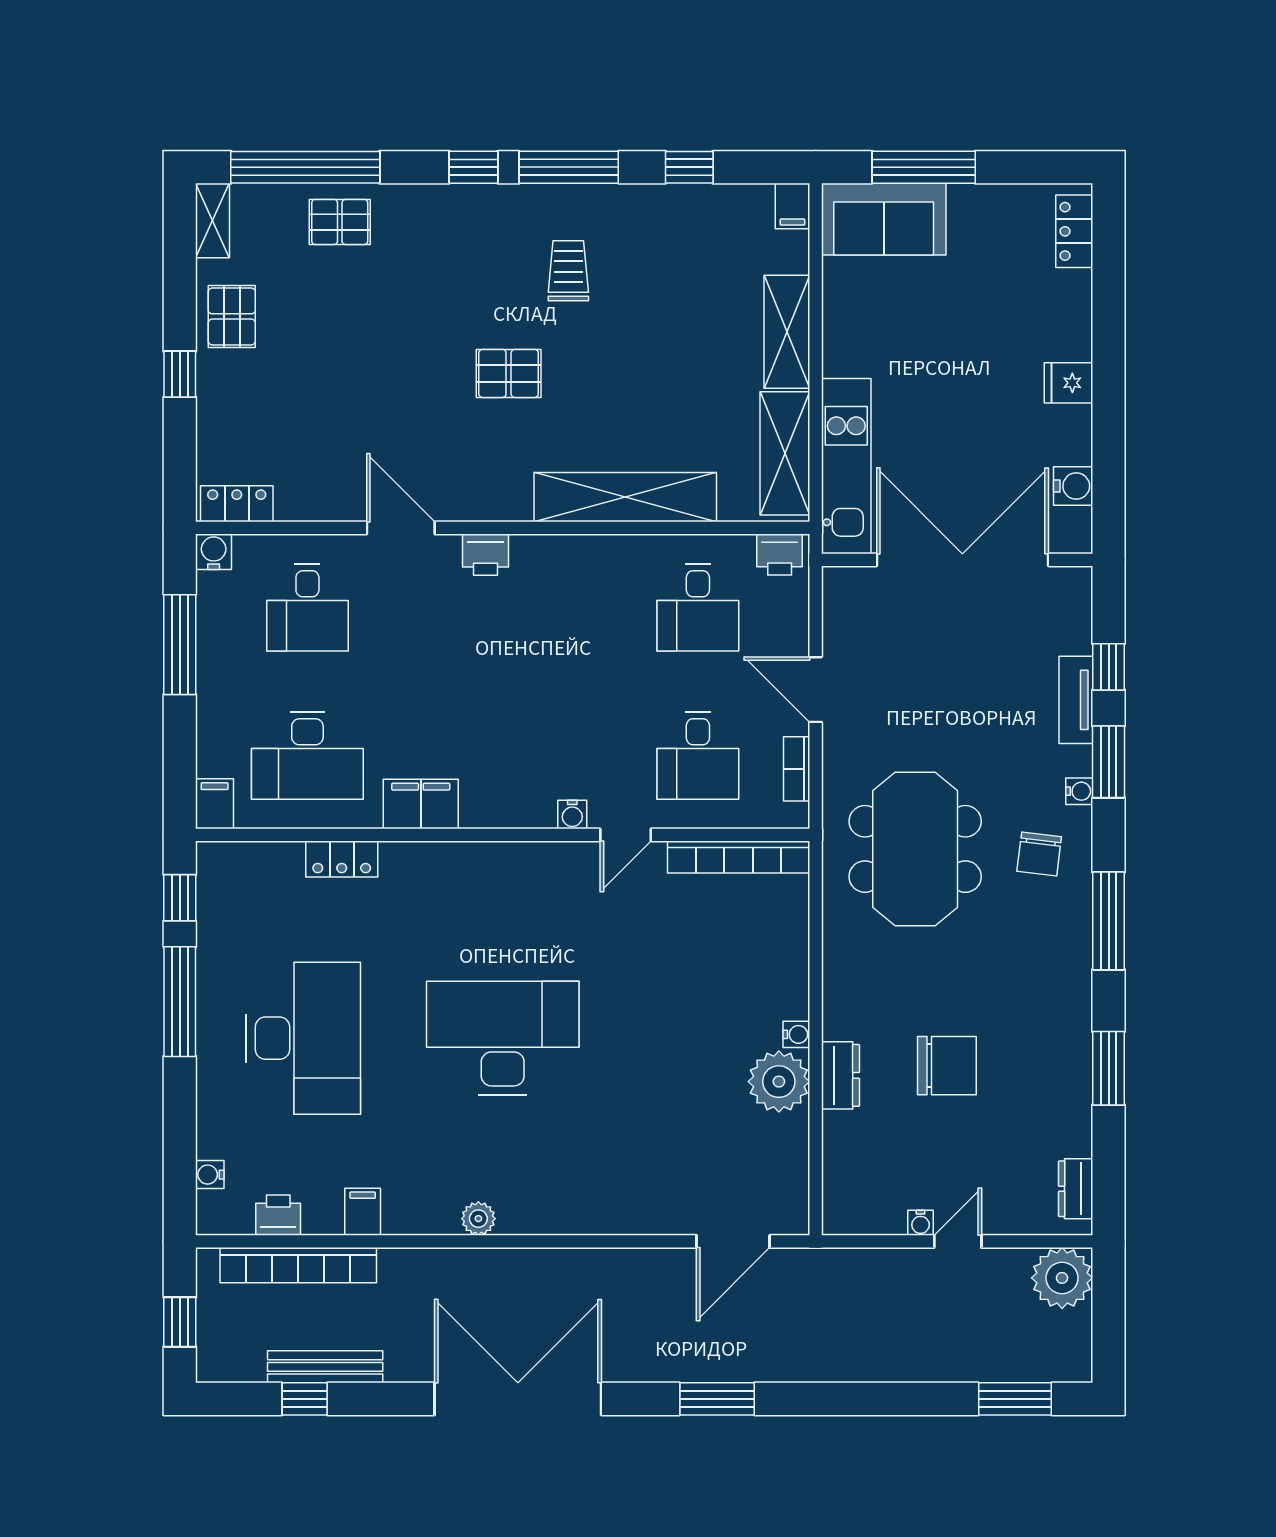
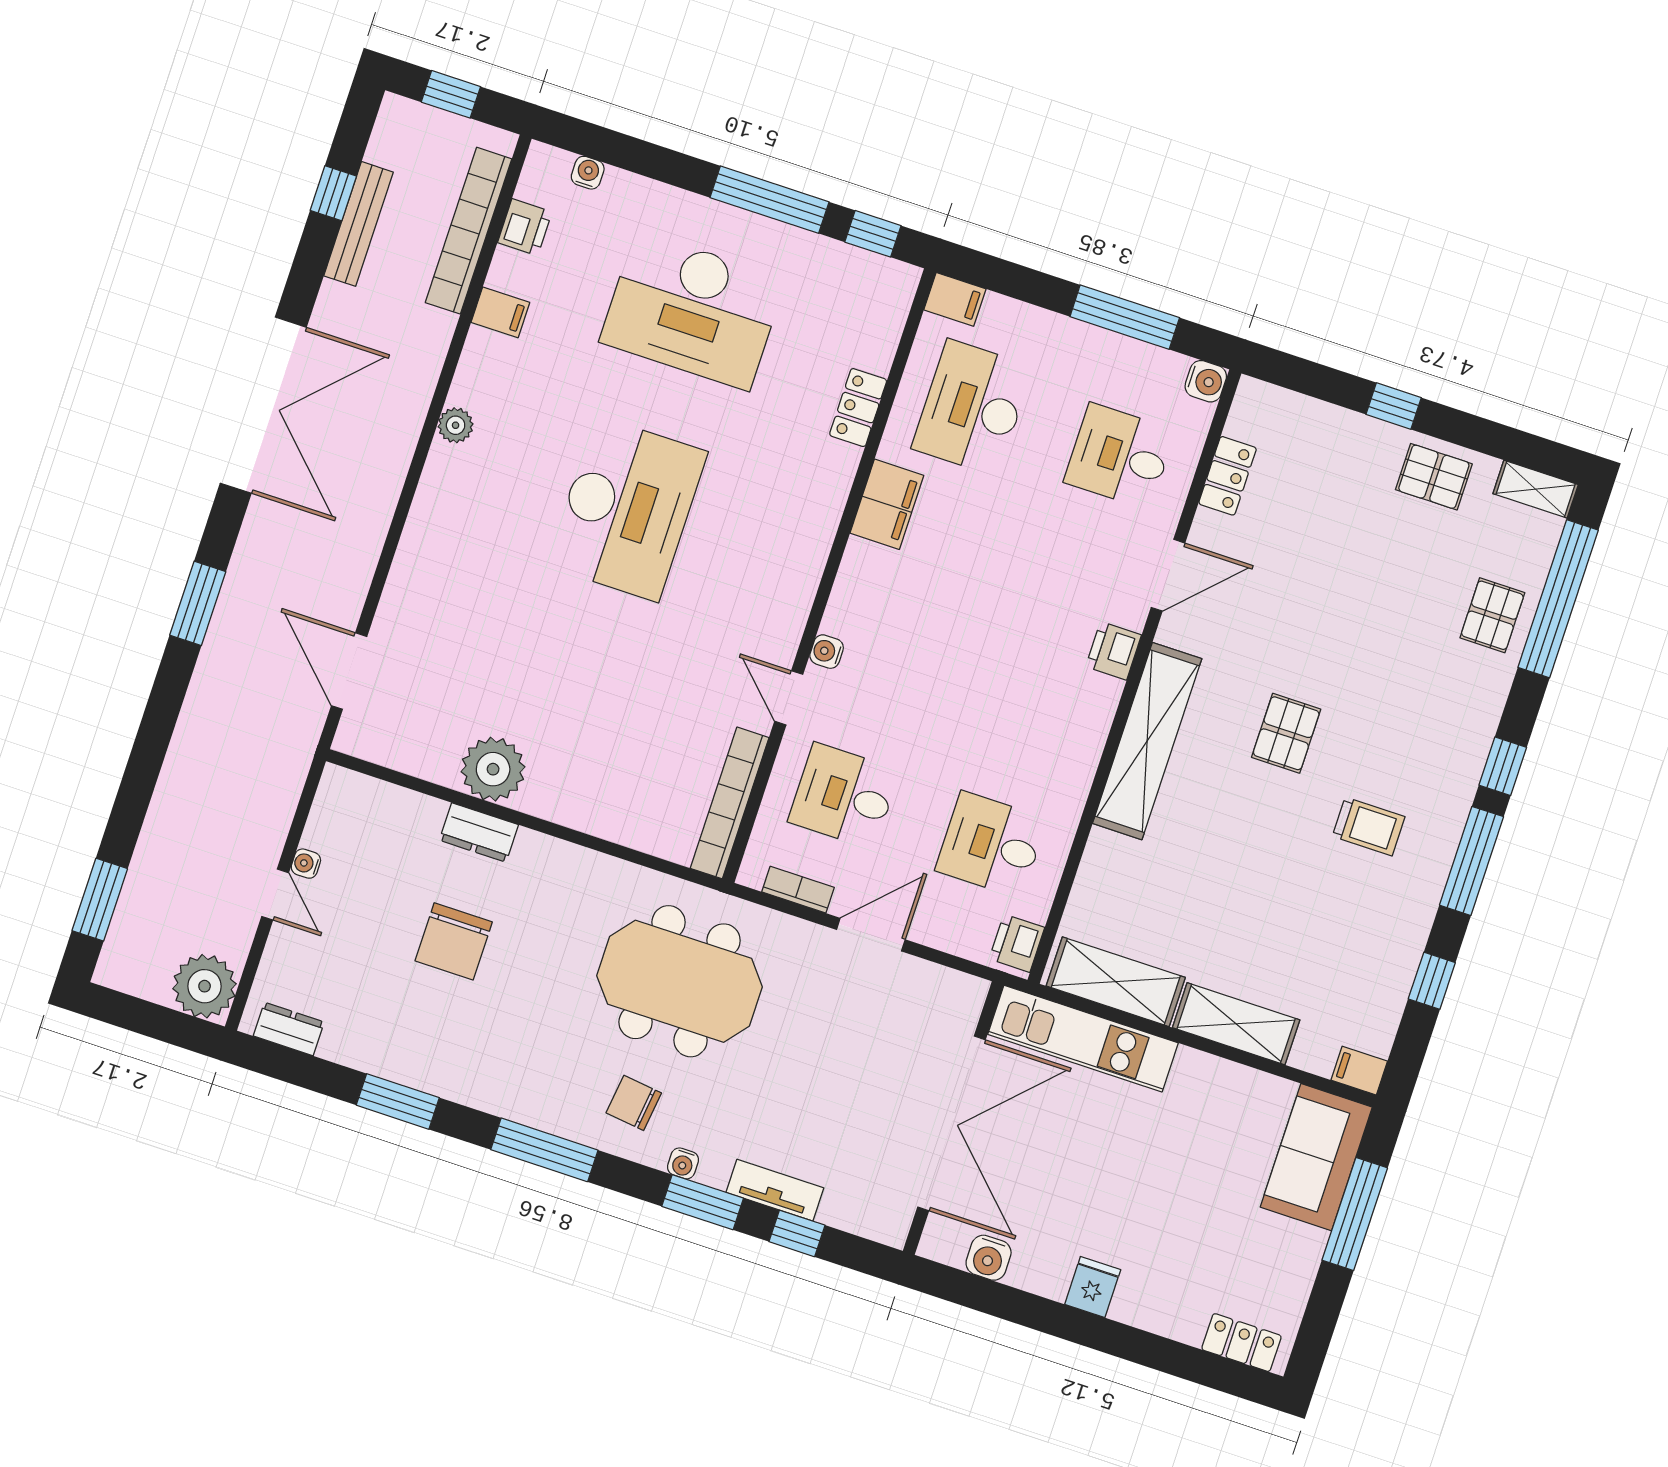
shelving: (625, 497) -> (1147, 741), moved
locker: (237, 504) -> (1228, 476), moved
water cooler: (796, 1034) -> (534, 802), removed

